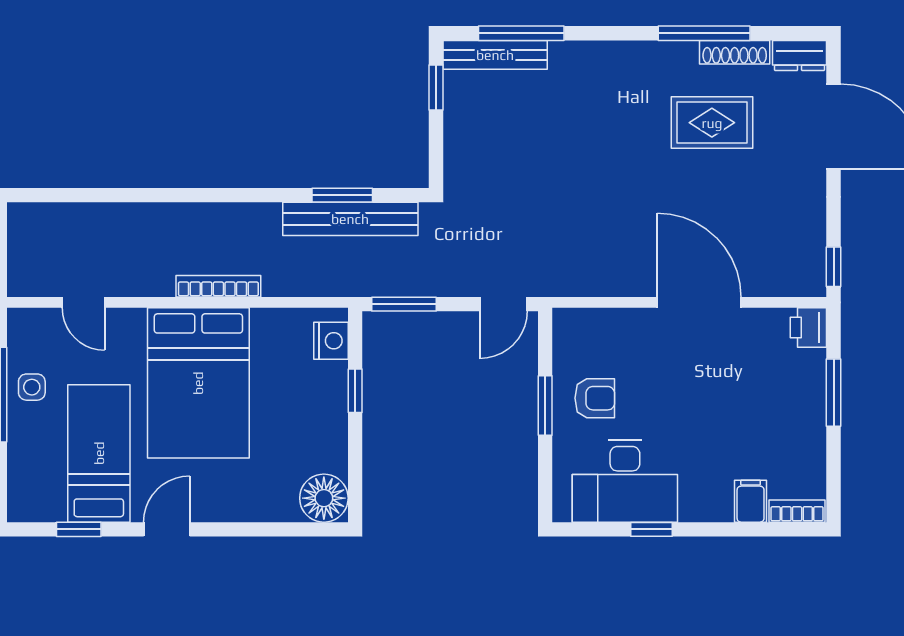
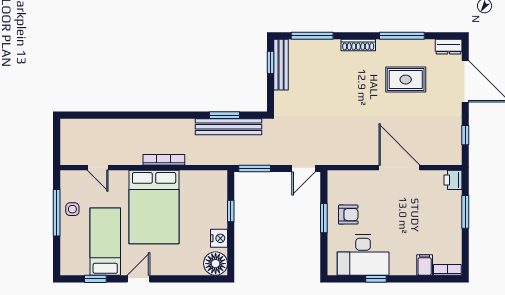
shoe rack: (735, 52) -> (358, 45), moved
bench: (495, 55) -> (281, 65), moved, turned 90
window: (834, 267) -> (465, 135), moved
nightstand: (331, 341) -> (219, 238), moved

